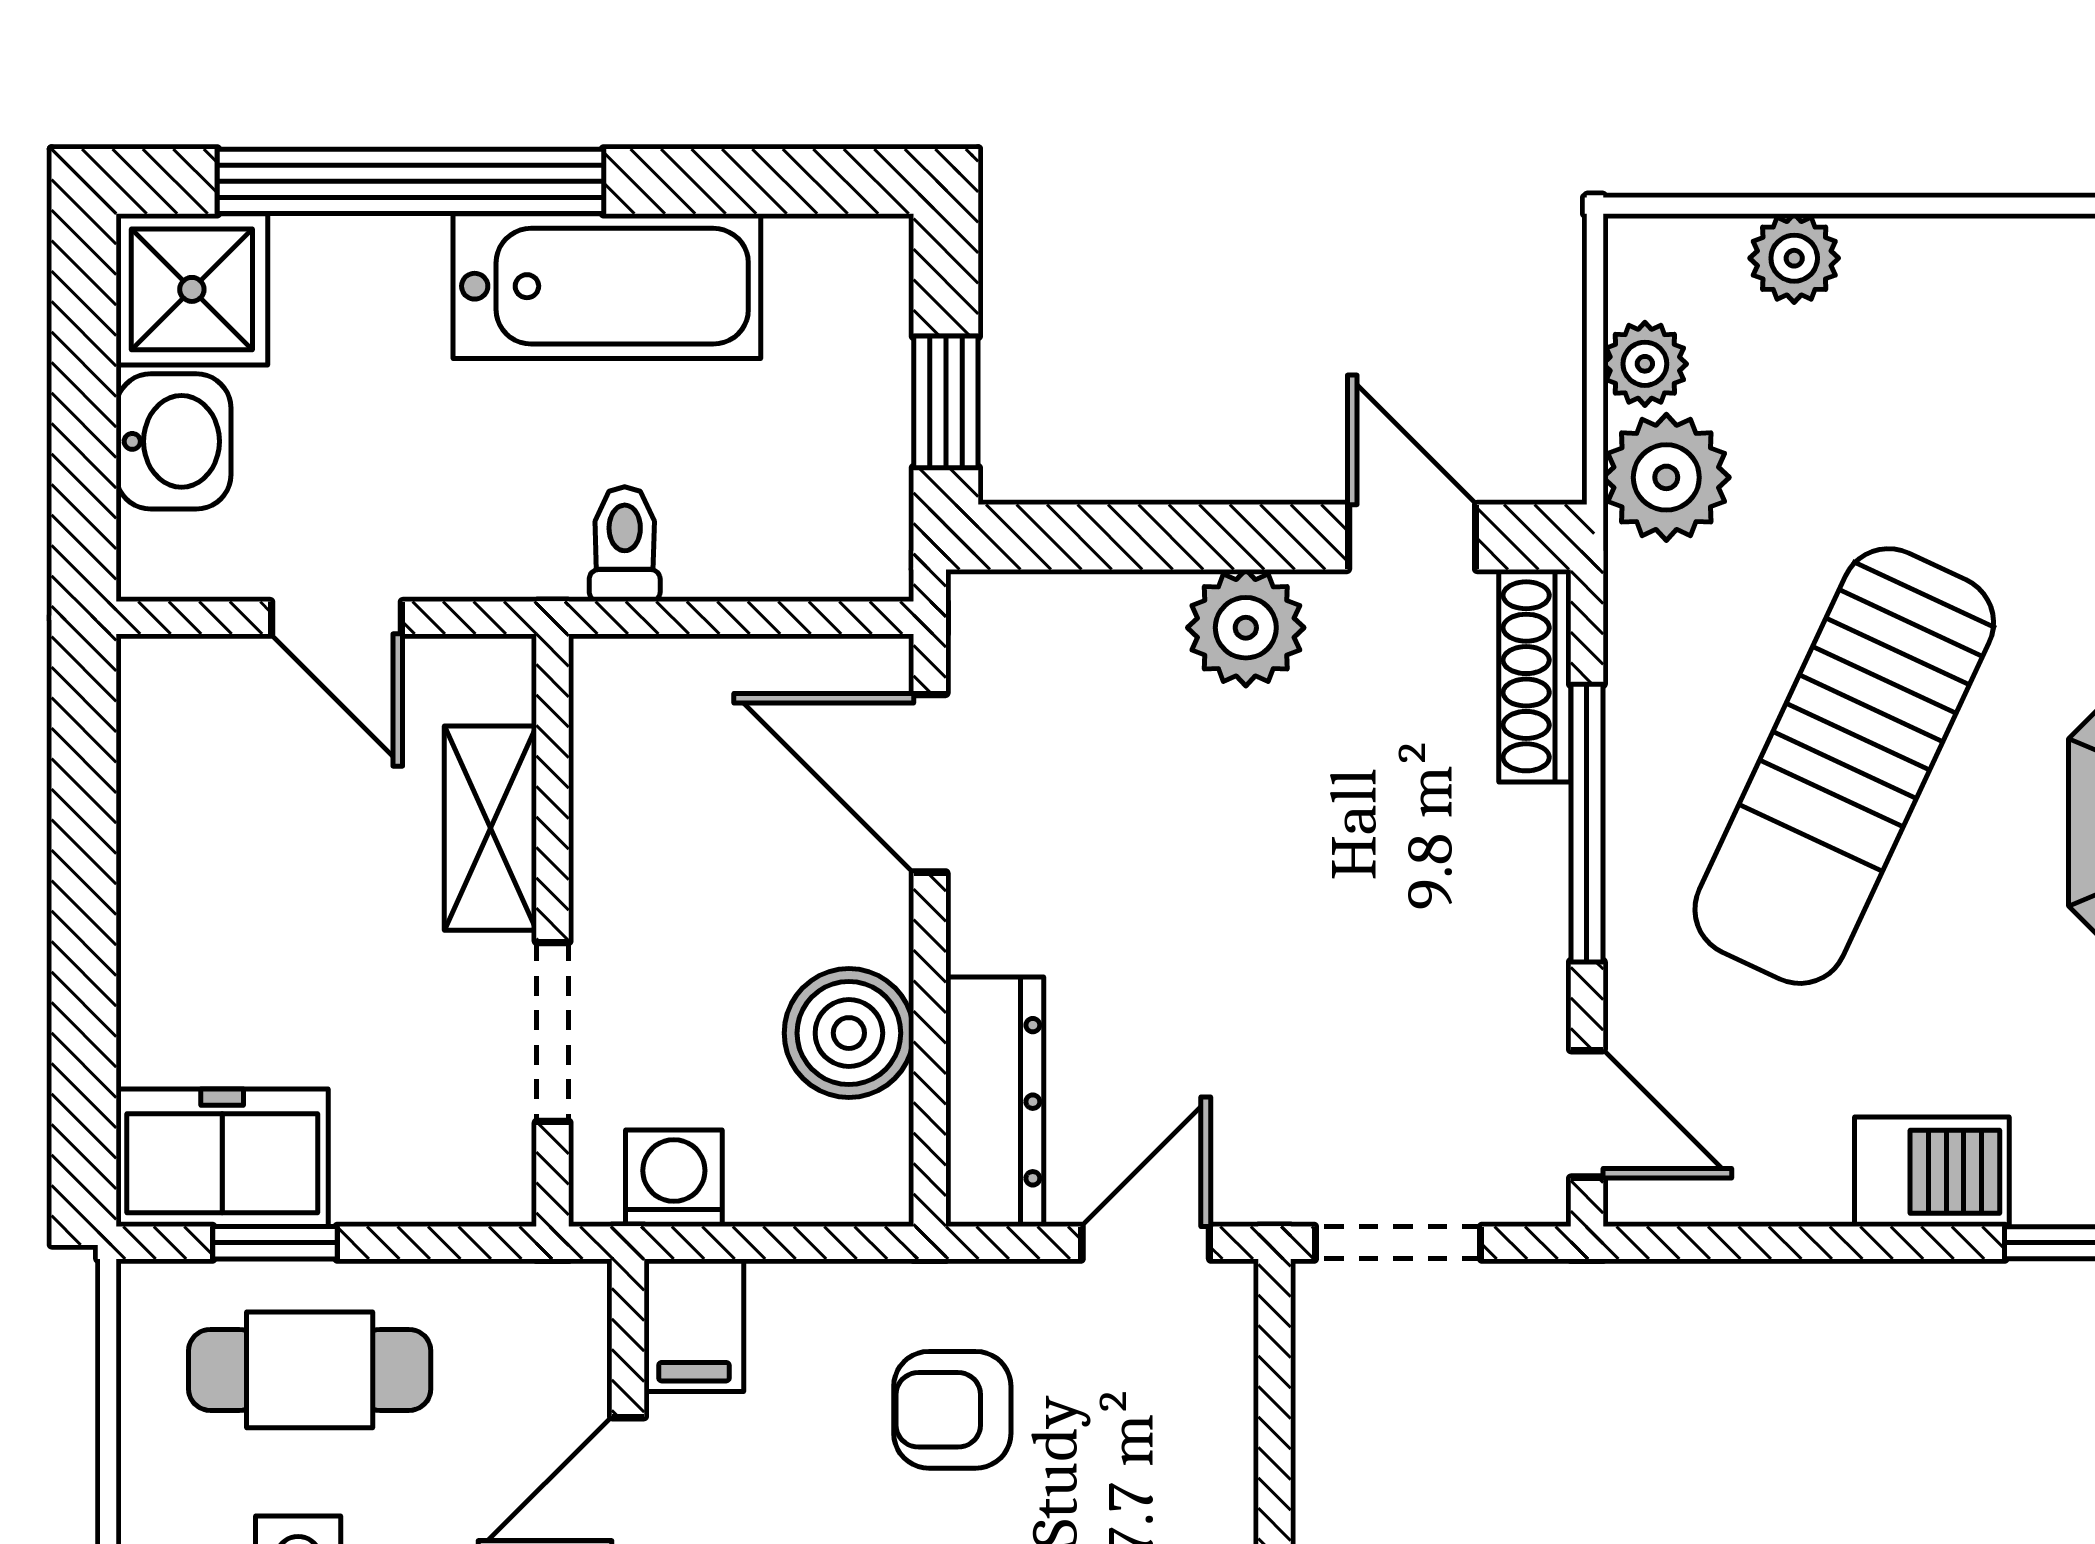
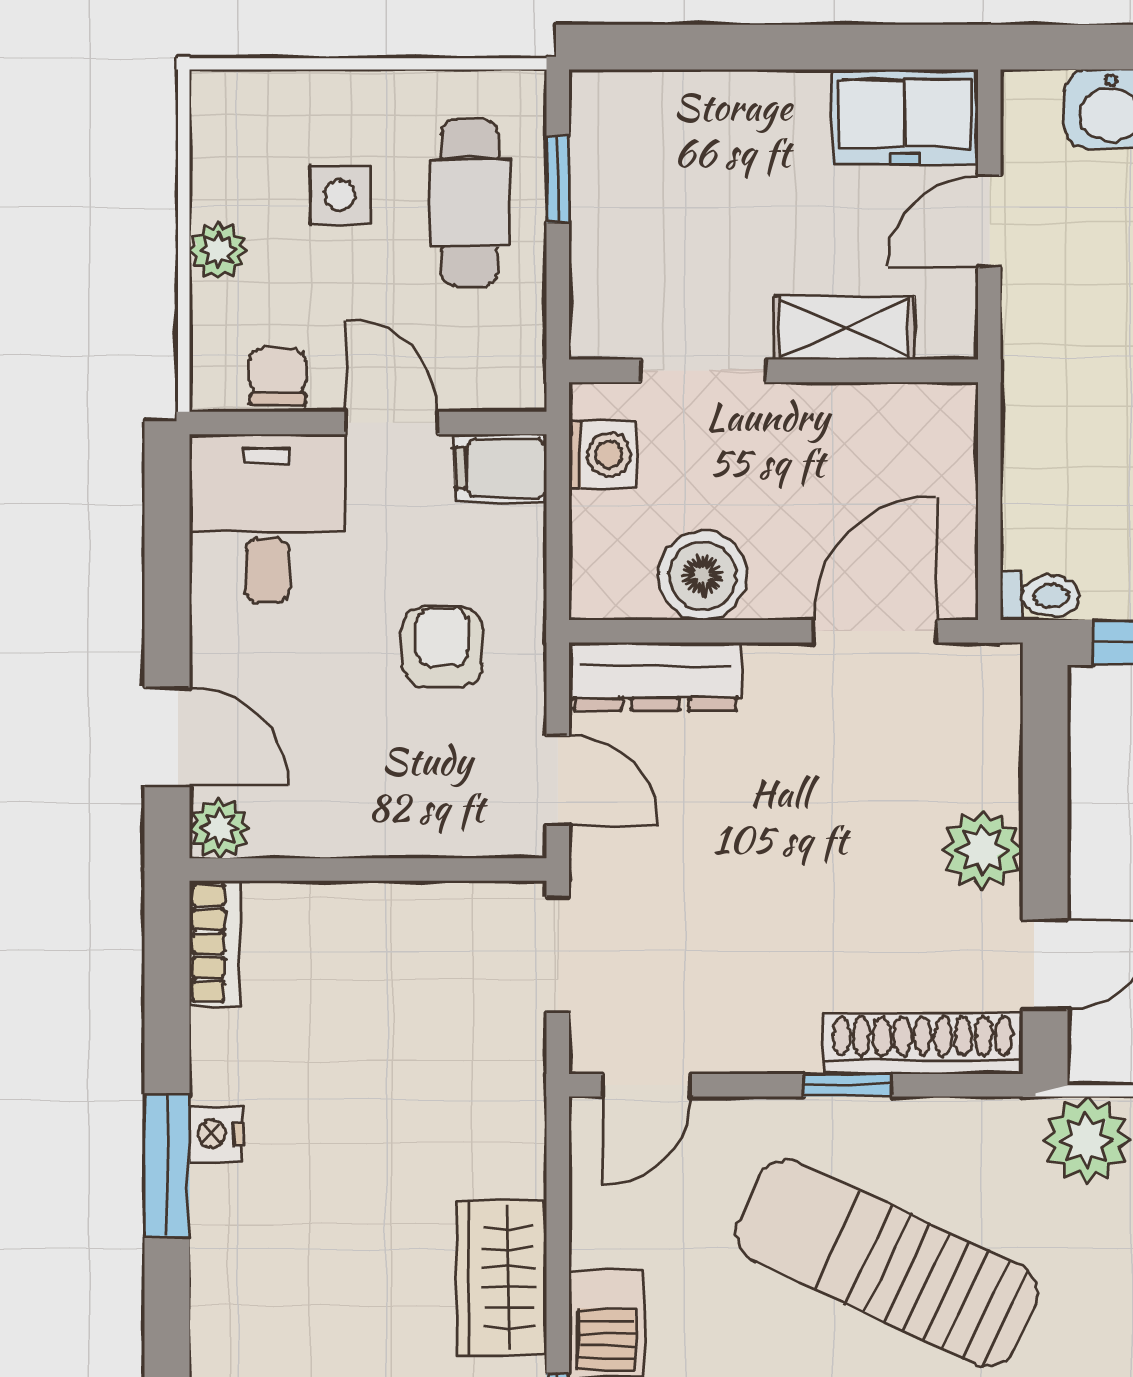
toilet: (625, 544) -> (1040, 596), moved
shoe rack: (1535, 676) -> (923, 1043), width x1.36, depth x1.24
window: (1587, 823) -> (848, 1085), width x0.46
freezer: (222, 1158) -> (905, 117), moved, turned 90
wardrobe: (1865, 1324) -> (502, 1278), added

